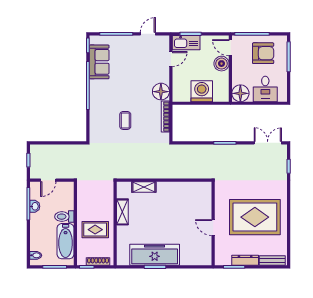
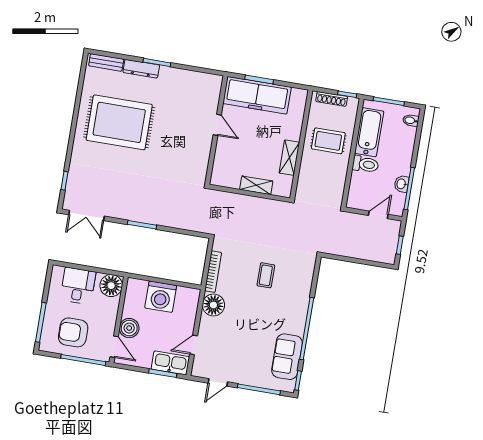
wall: (213, 224) -> (216, 130), moved
door: (213, 228) -> (217, 125), moved

